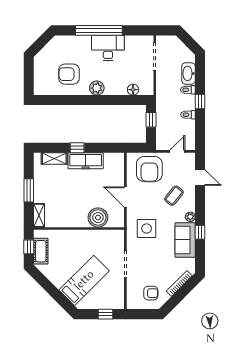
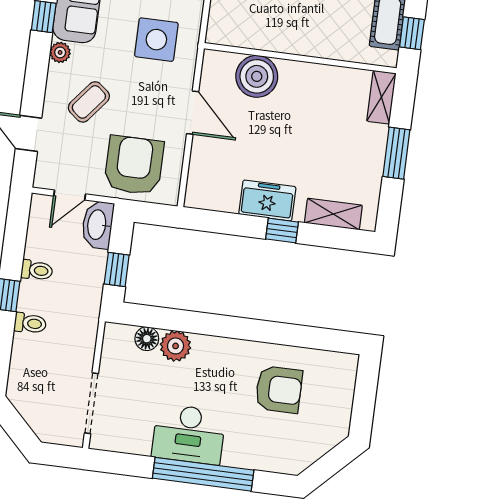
washbasin: (188, 73) -> (98, 225), moved, turned 180
plant: (97, 88) -> (176, 346), moved
freezer: (86, 161) -> (267, 200), width x0.71

